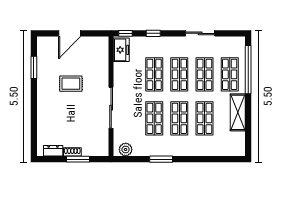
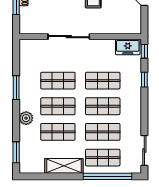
sliding door: (200, 33) -> (144, 150), moved
plant: (126, 149) -> (26, 118), moved
window: (225, 159) -> (16, 152), added

